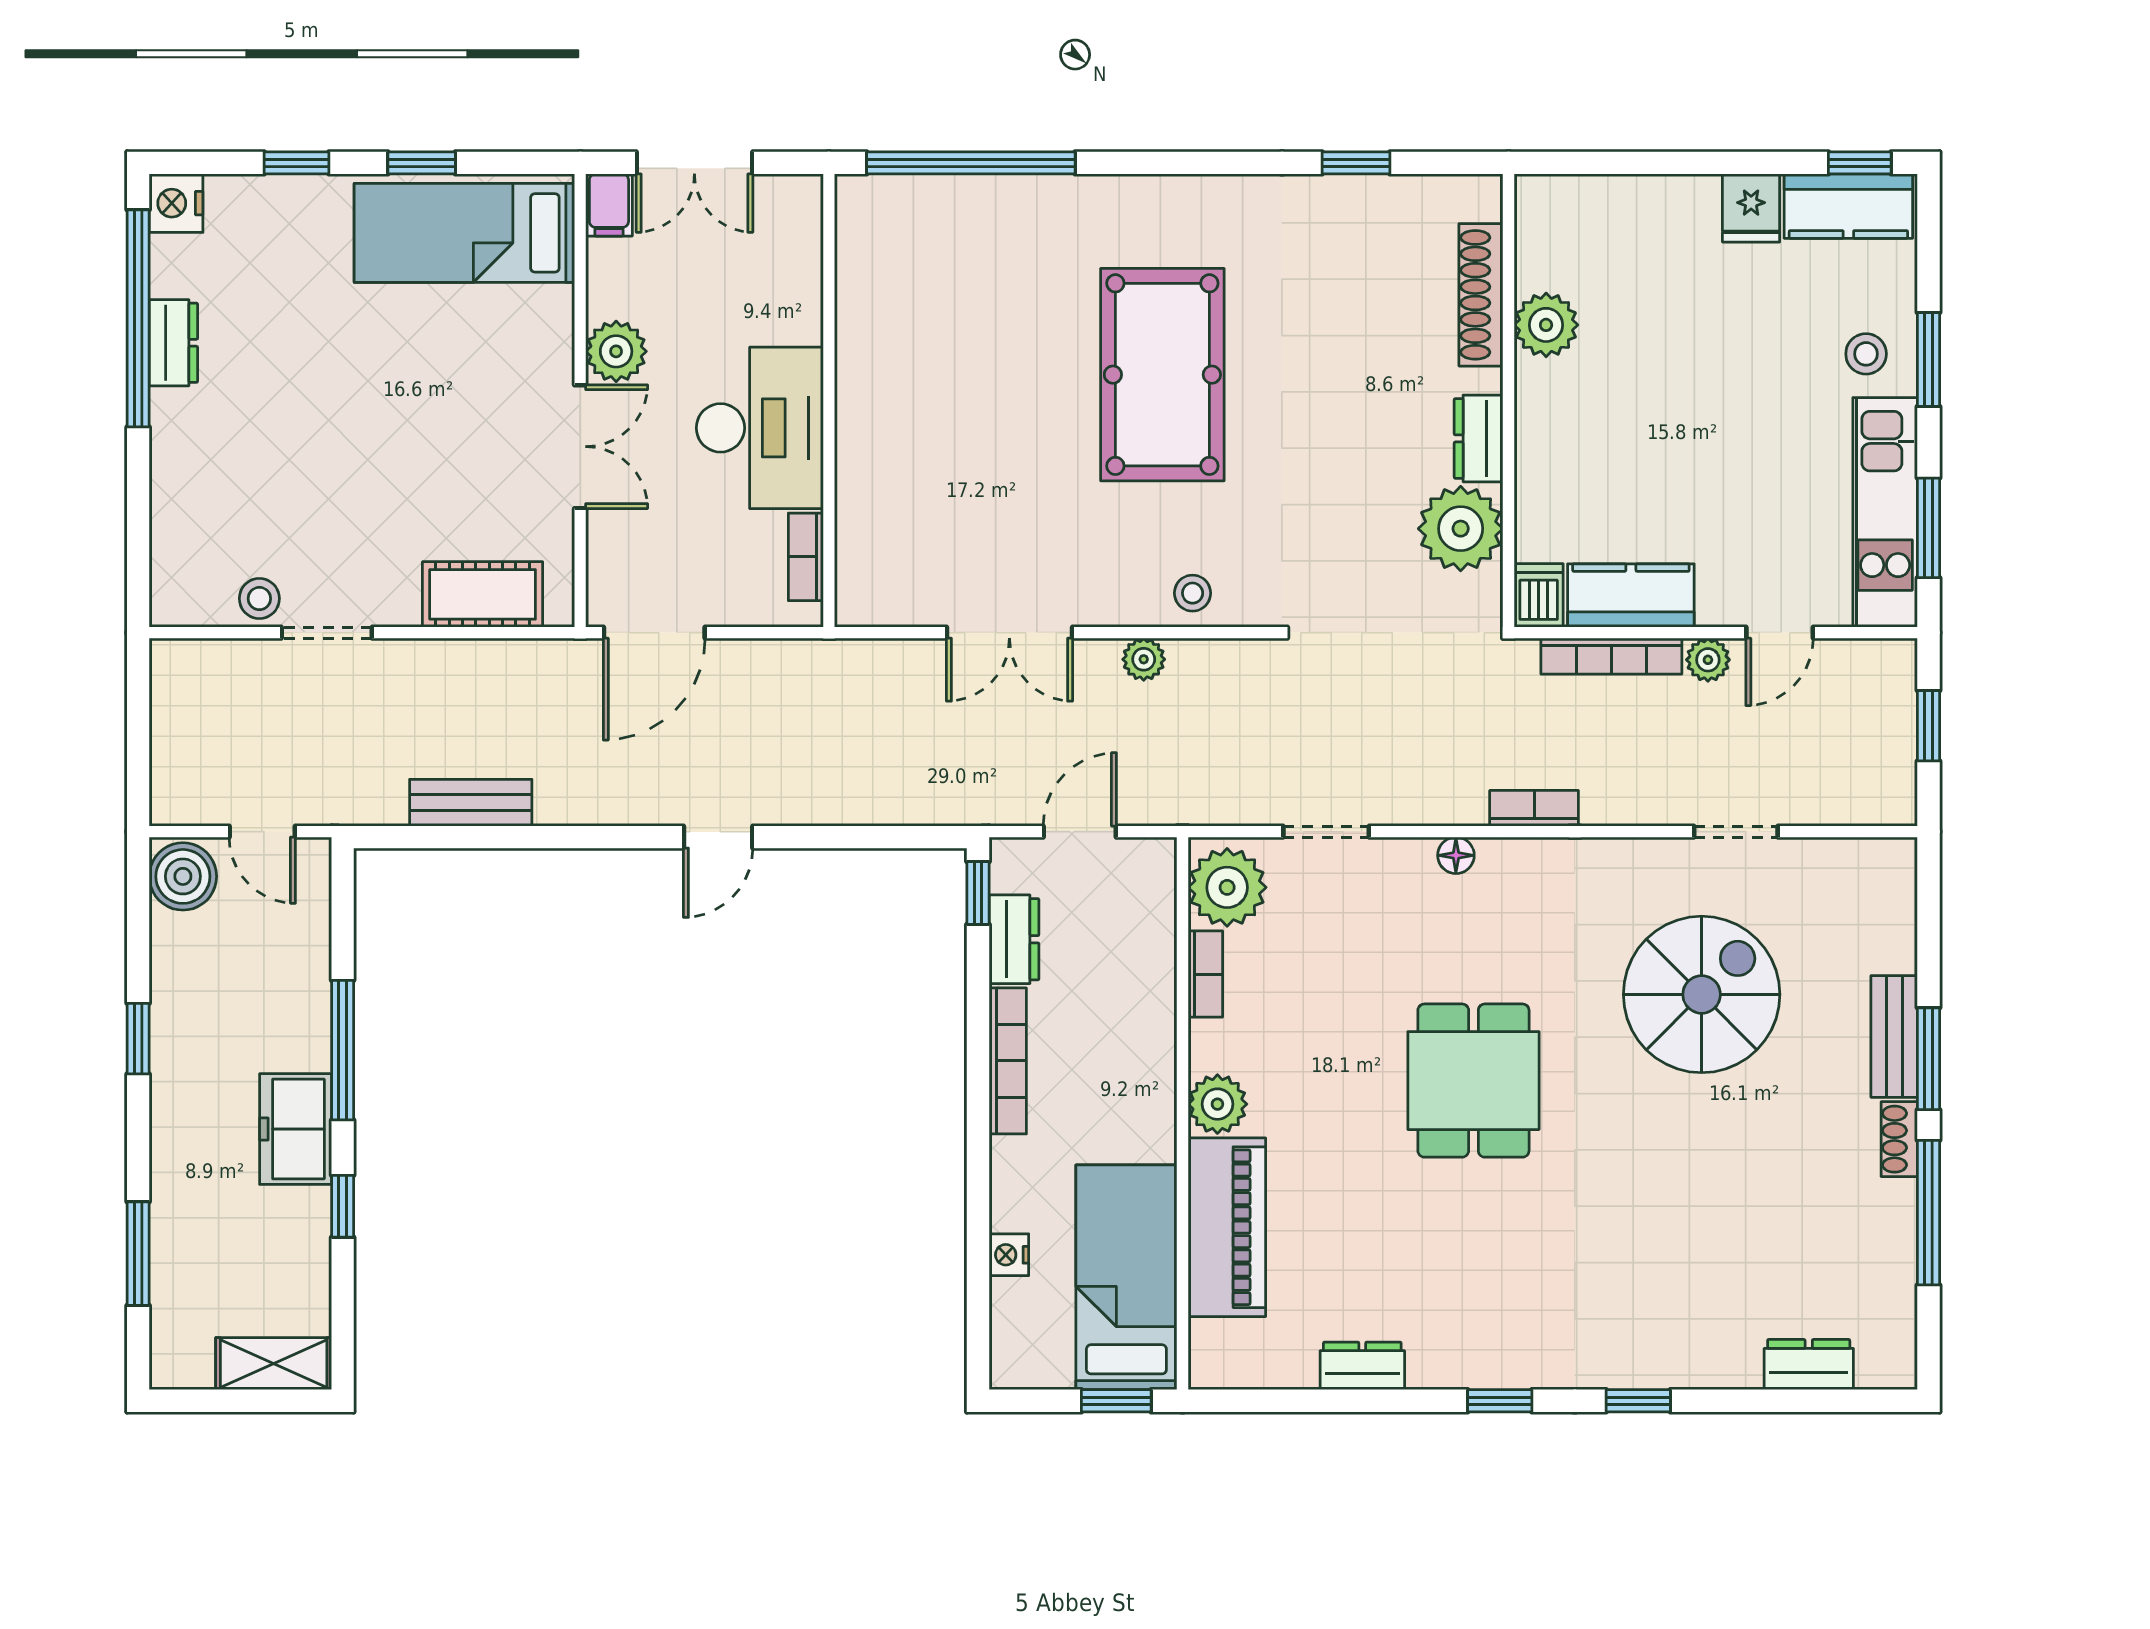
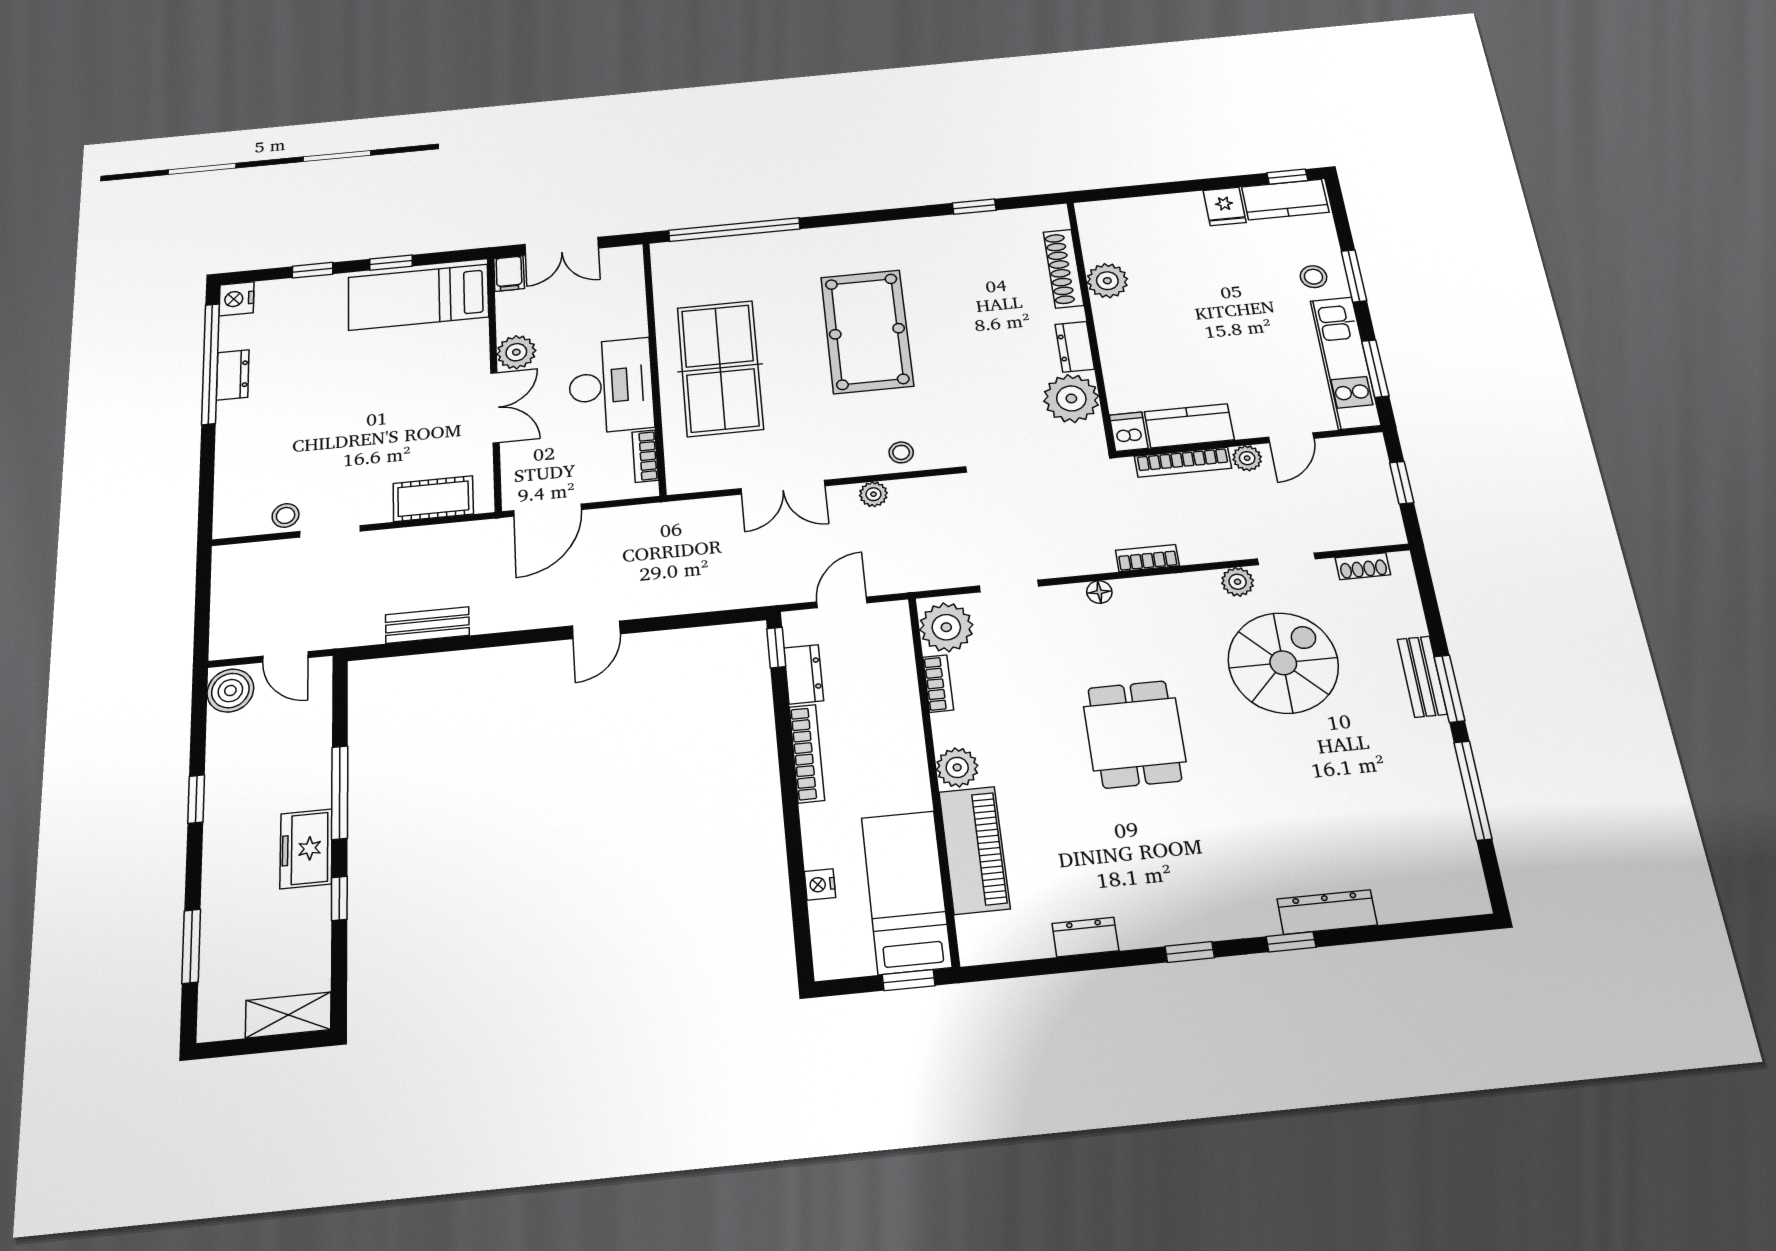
table tennis table: (930, 415) -> (720, 368), added
plant: (1659, 861) -> (1238, 582), added
shoe rack: (1899, 1139) -> (1363, 566), moved, turned -90
dresser: (1809, 1365) -> (1327, 912), moved, width x1.44

